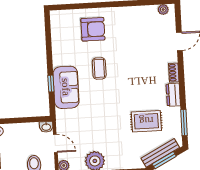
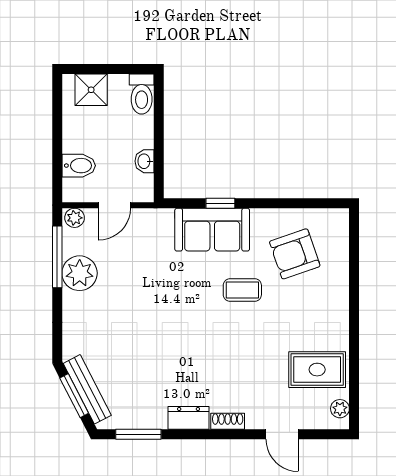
armchair: (93, 29) -> (295, 254), moved, turned 71
rug: (146, 121) -> (317, 370), moved, turned 90
washbasin: (46, 127) -> (144, 161), moved

